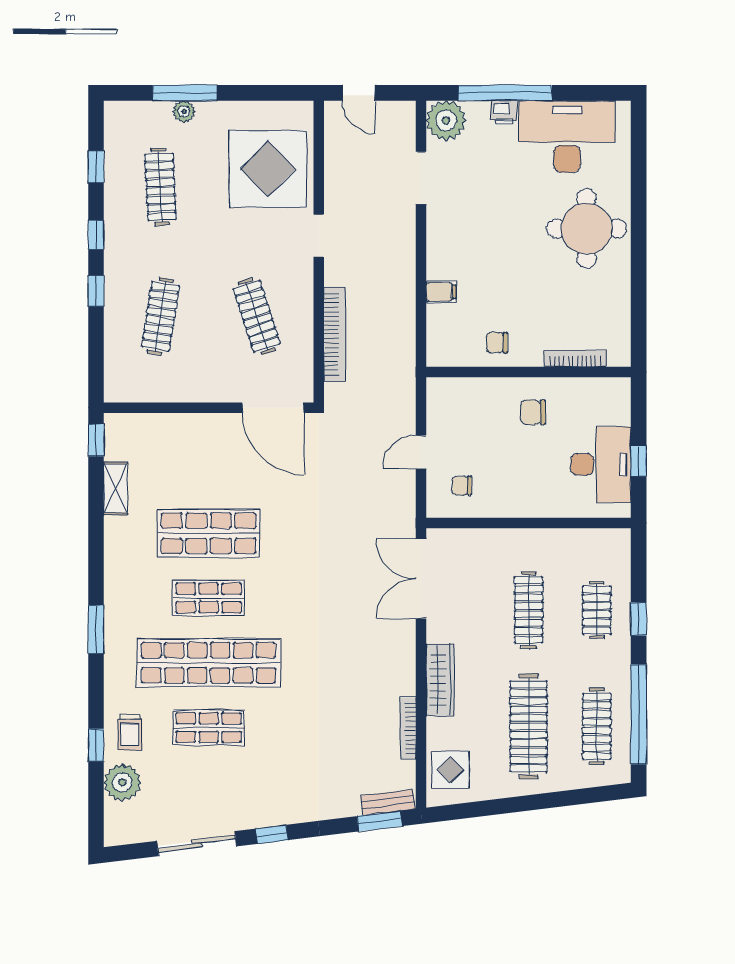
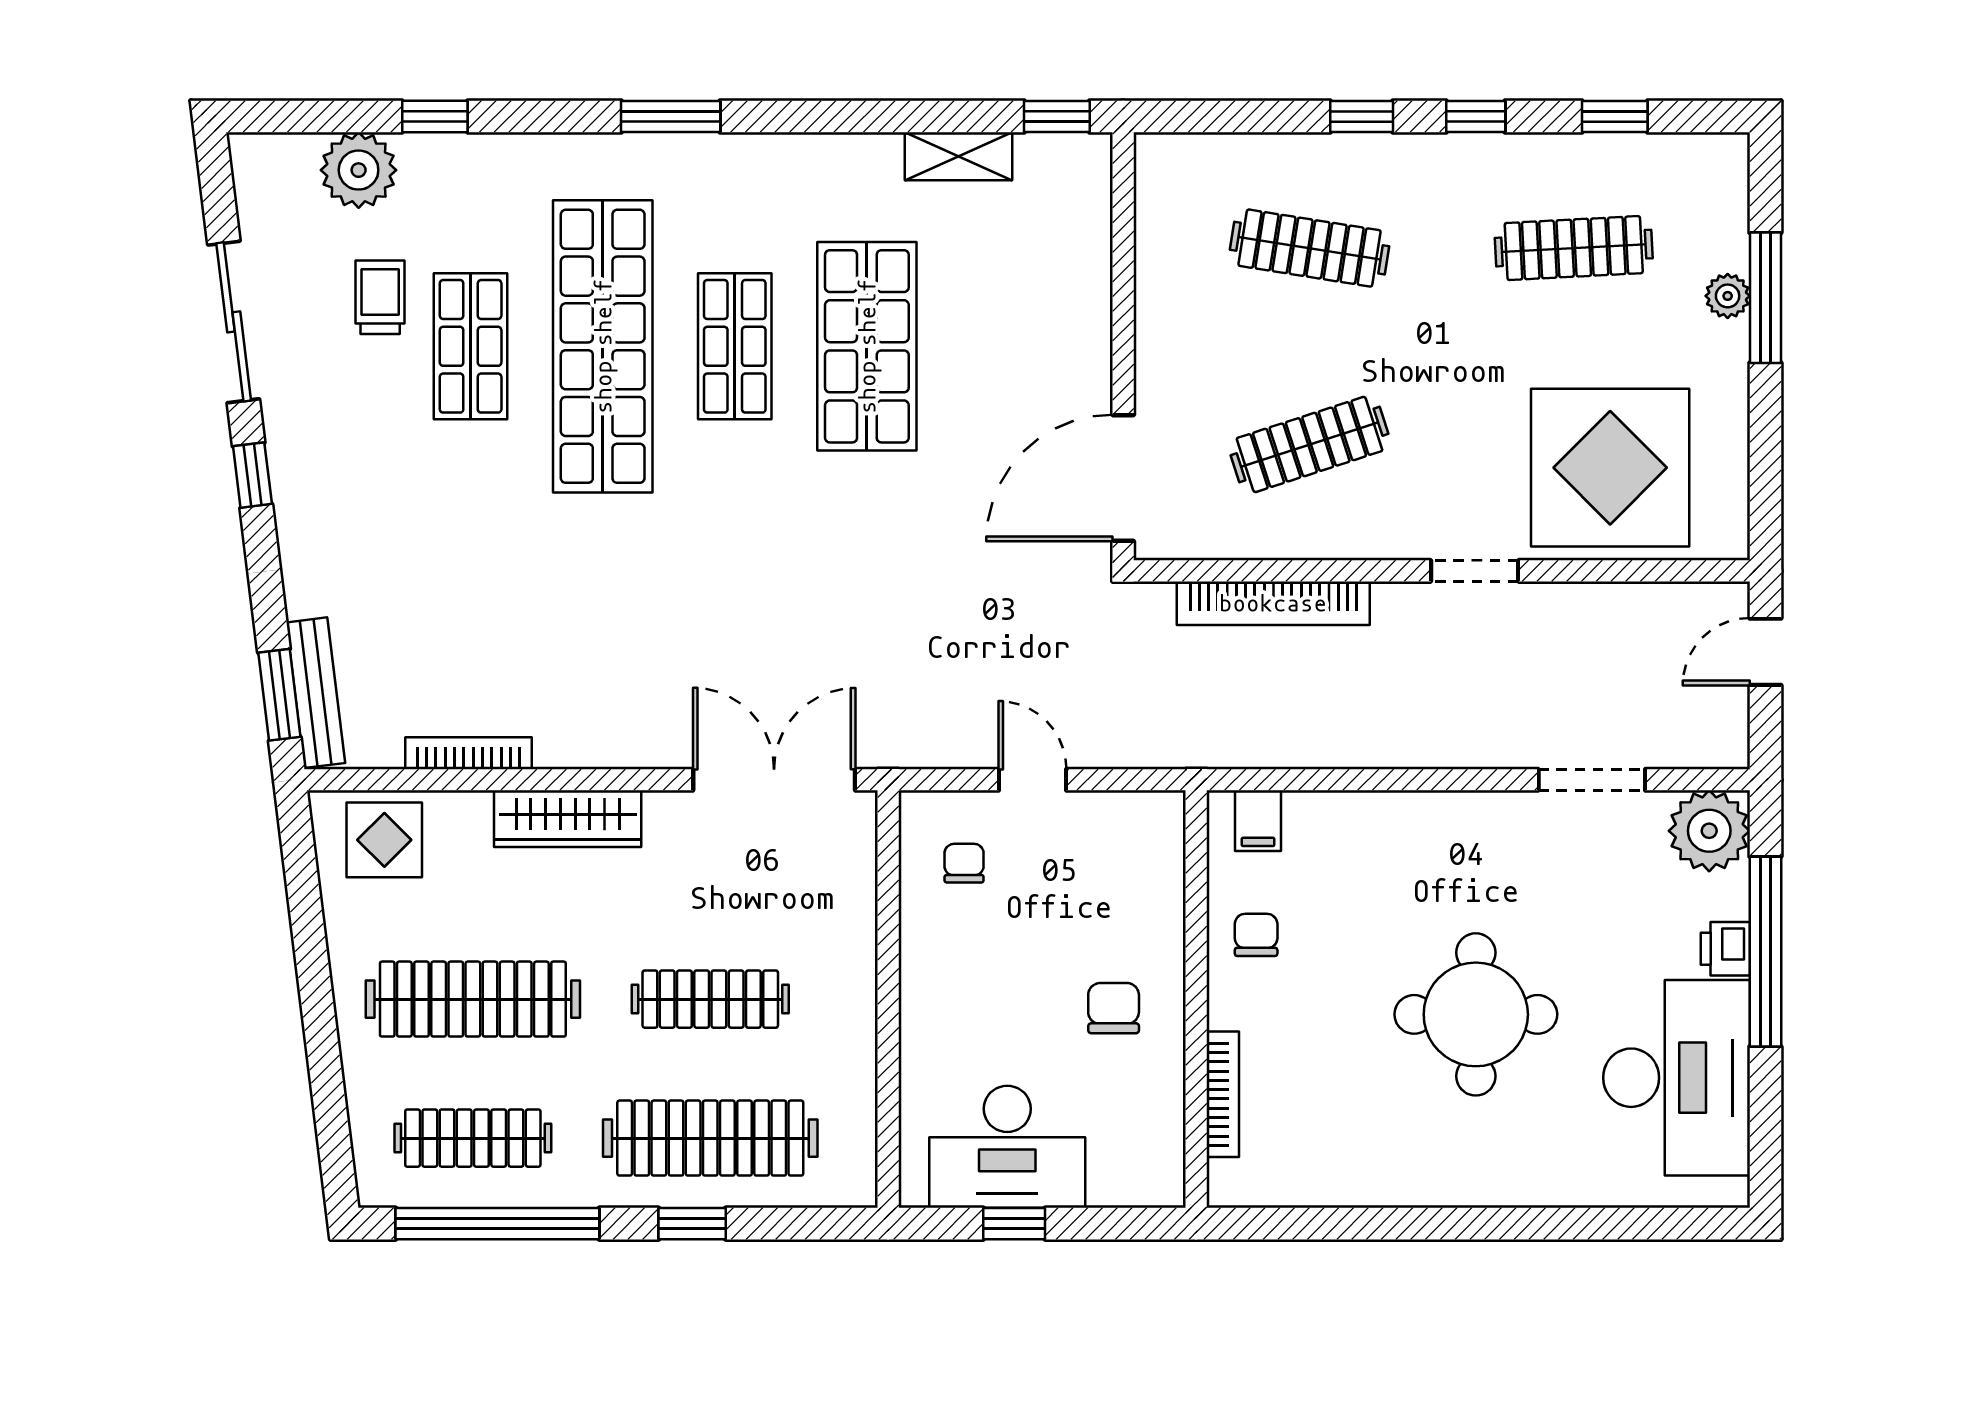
round table: (587, 229) -> (1476, 1014), moved
filing cabinet: (441, 292) -> (1258, 821), moved
clothes rail: (597, 610) -> (710, 1138), width x1.86, depth x1.31
trolley: (130, 732) -> (380, 297), moved, turned 90
bench: (388, 802) -> (316, 693), width x1.36

